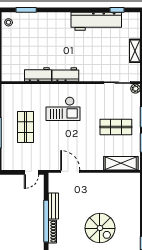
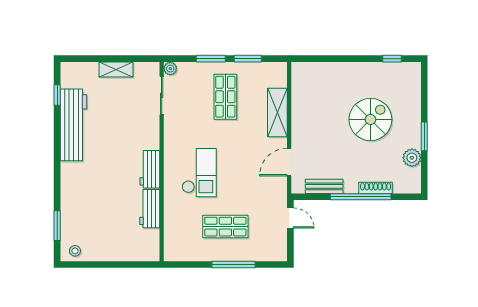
shelving: (121, 163) -> (277, 112), moved
bench: (53, 206) -> (324, 186), moved

